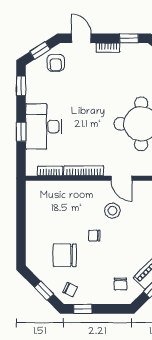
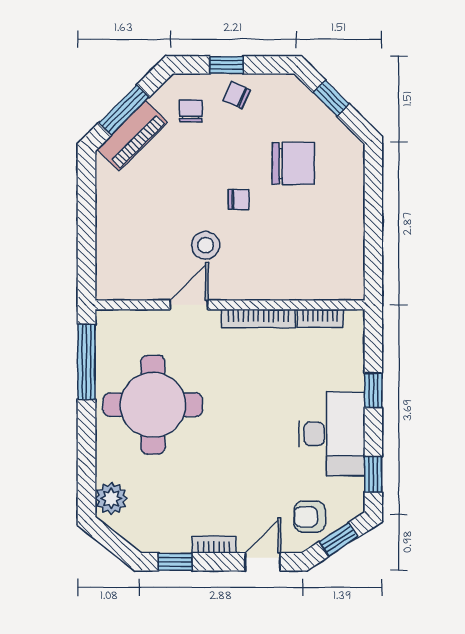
door: (81, 38) -> (263, 562), swing flipped
armchair: (56, 63) -> (310, 517), turned -90
desk: (44, 126) -> (332, 434), moved
door: (121, 178) -> (189, 305), hinge flipped
chair: (70, 290) -> (237, 95), moved
window: (83, 309) -> (226, 65), moved

